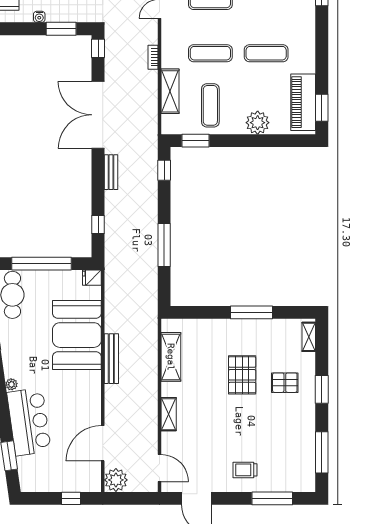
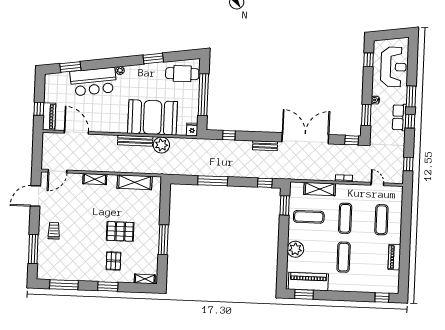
plant: (116, 480) -> (161, 145), moved
piano: (82, 483) -> (49, 117), added

